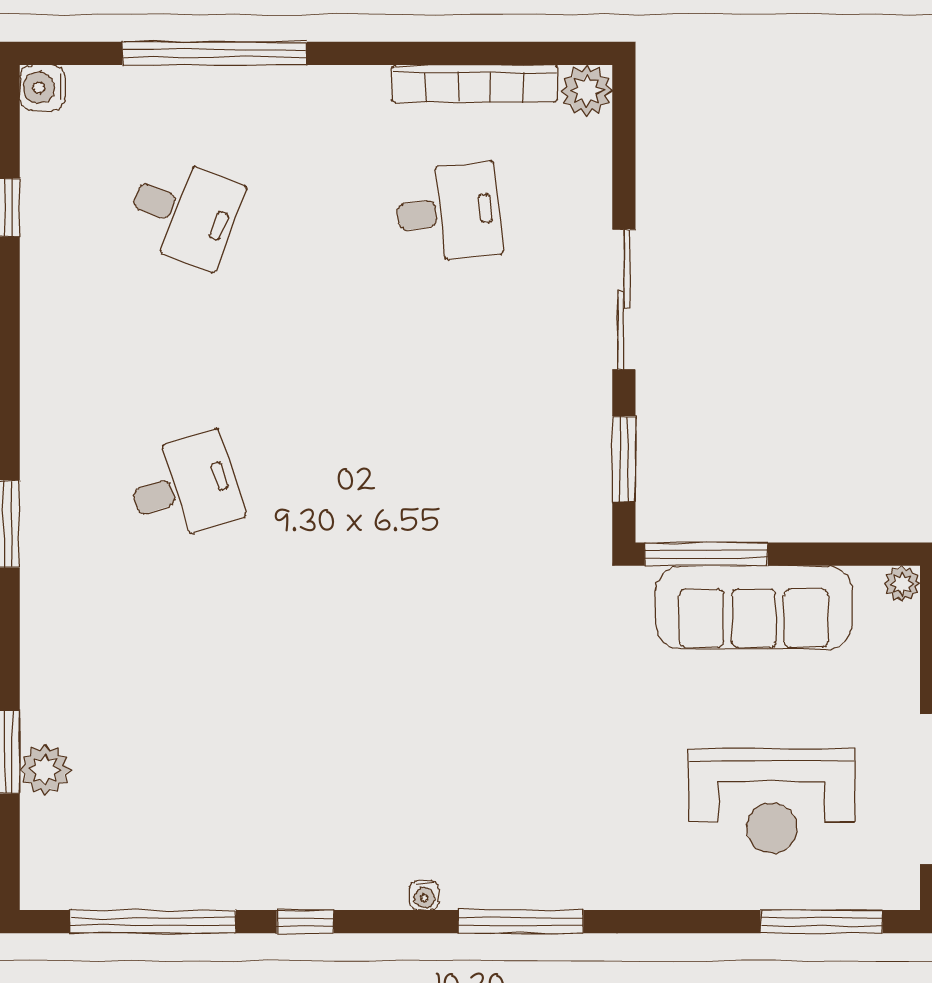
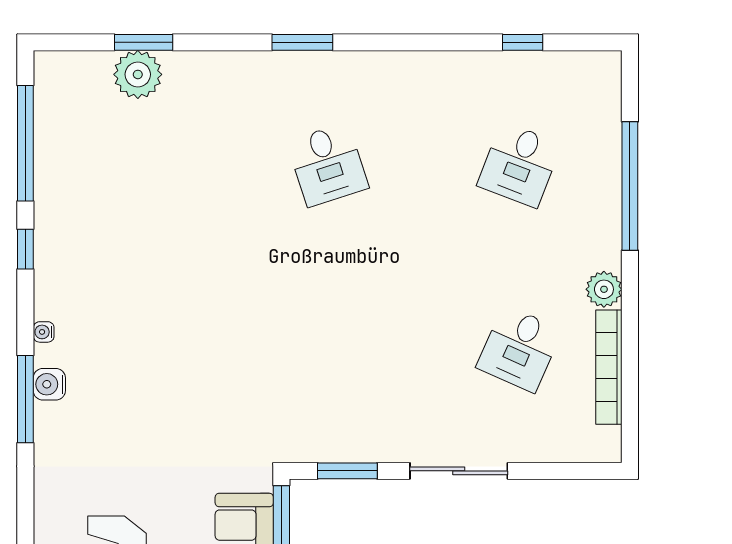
water cooler: (43, 88) -> (49, 384), moved, turned -90
plant: (586, 91) -> (604, 289), moved
desk: (448, 212) -> (519, 349), turned 30
plant: (45, 770) -> (138, 74), width x1.36, depth x1.36

